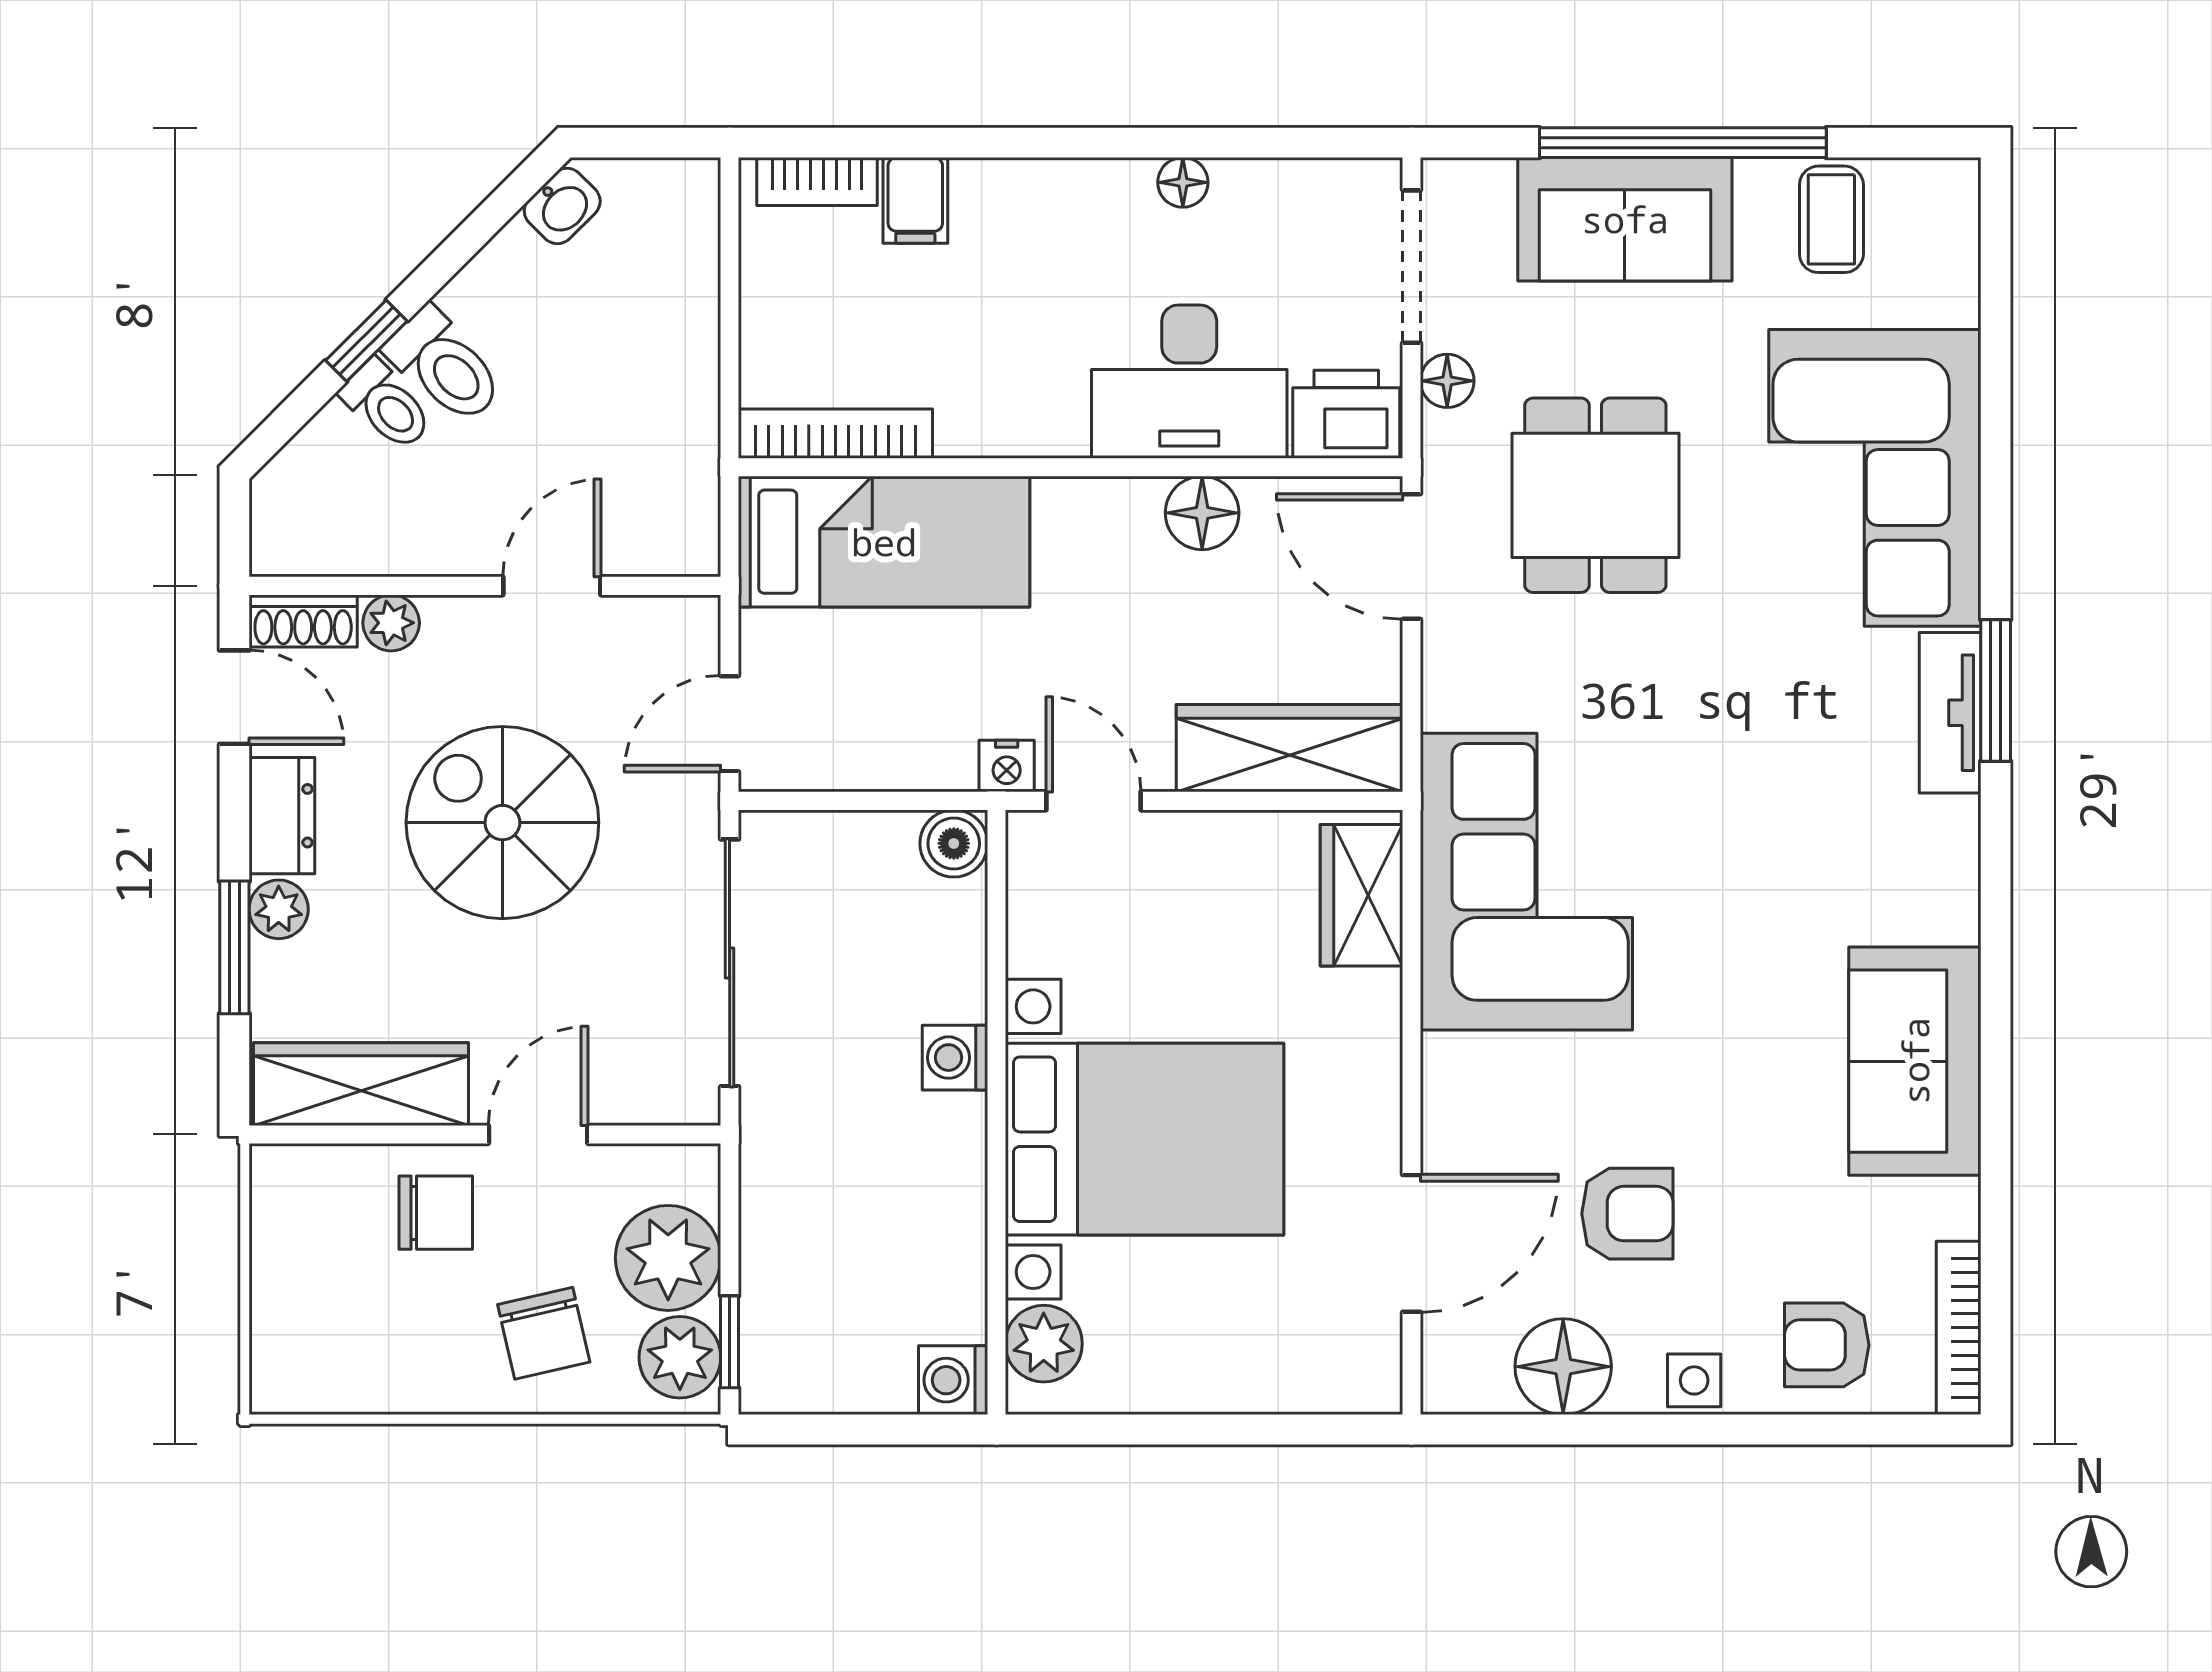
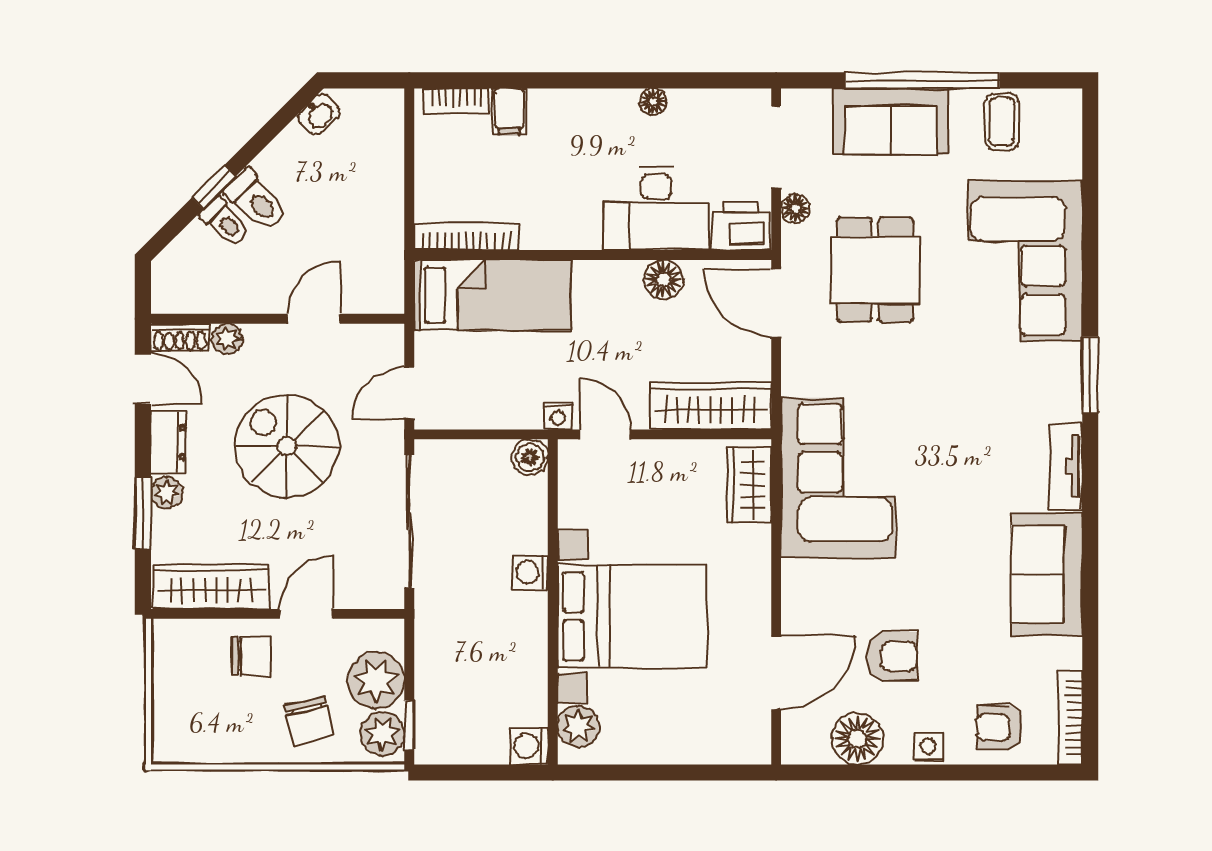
tv unit: (1950, 713) -> (1066, 466), moved

